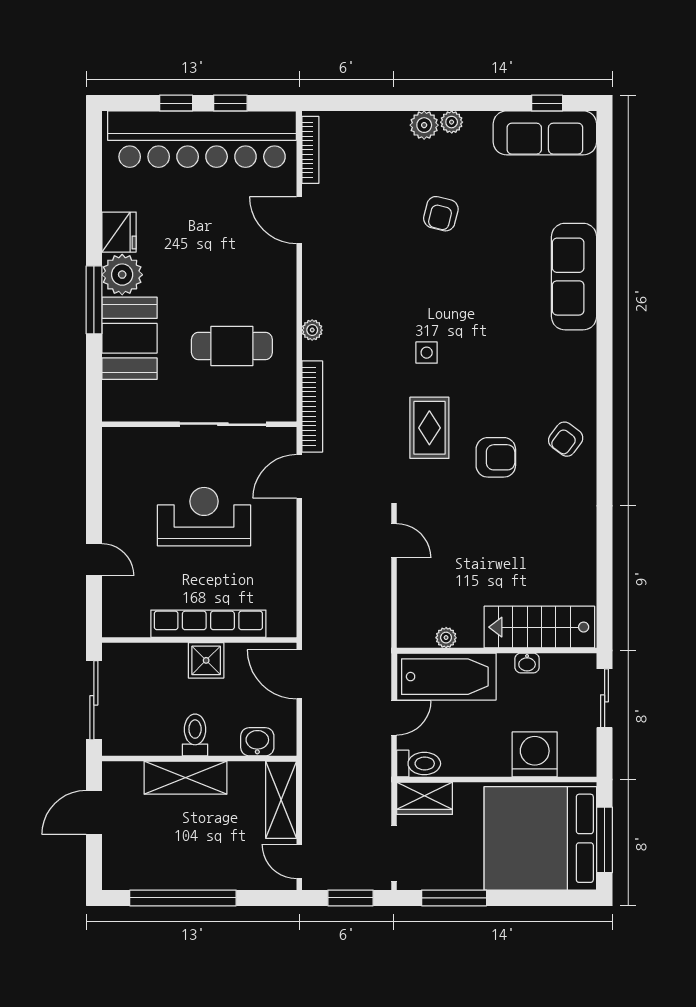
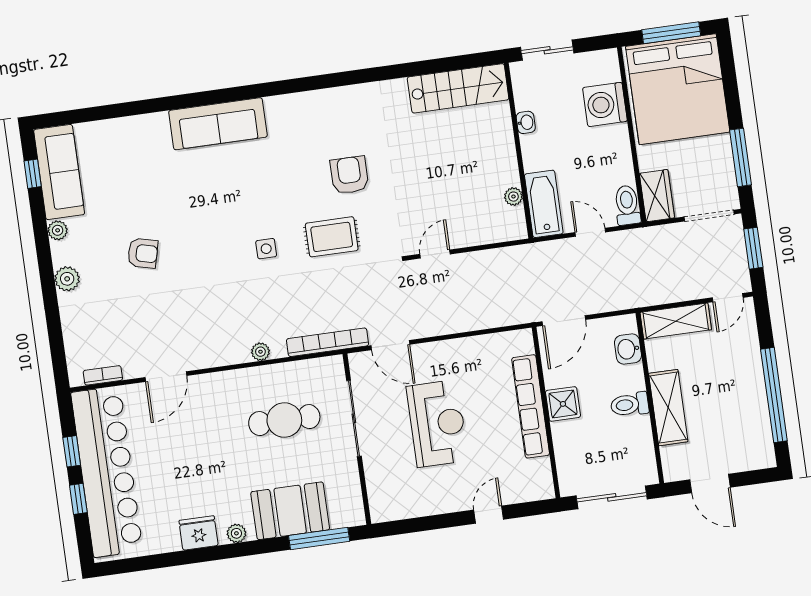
plant: (452, 122) -> (58, 230), moved
bookcase: (310, 150) -> (103, 375), width x0.64
plant: (122, 275) -> (236, 533), width x0.53, depth x0.53
sofa: (574, 277) -> (218, 124), moved
window: (94, 300) -> (319, 538), moved
cafe table: (232, 346) -> (284, 420), turned 90
armchair: (566, 439) -> (325, 116), removed
reception desk: (204, 517) -> (437, 423), turned 180
stairs: (539, 627) -> (458, 88), moved, turned -90
bathtub: (446, 677) -> (544, 204), width x0.73, depth x0.73

